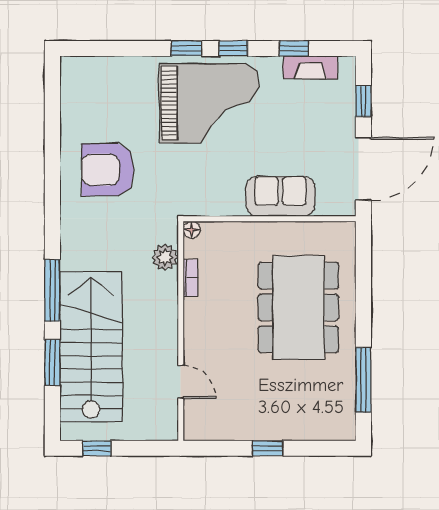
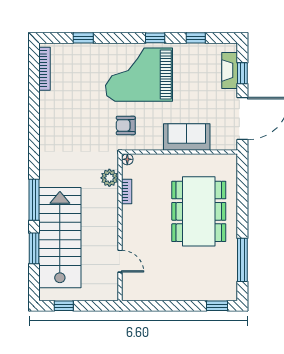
window: (186, 48) -> (83, 38), moved
fireplace: (310, 67) -> (230, 70), moved, turned 90
bookcase: (68, 94) -> (45, 69), added
grand piano: (209, 103) -> (139, 75), turned 180
armchair: (108, 170) -> (126, 125), moved, width x0.53, depth x0.53
window: (267, 448) -> (217, 306), moved

